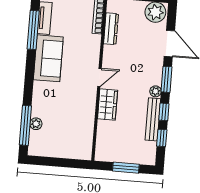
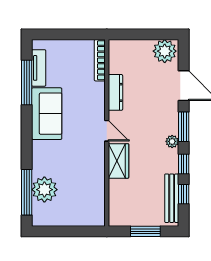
dresser: (111, 29) -> (115, 92), moved
door: (99, 77) -> (107, 131), hinge flipped
bench: (153, 119) -> (172, 198), moved
plant: (36, 124) -> (44, 190), width x1.87, depth x1.87

